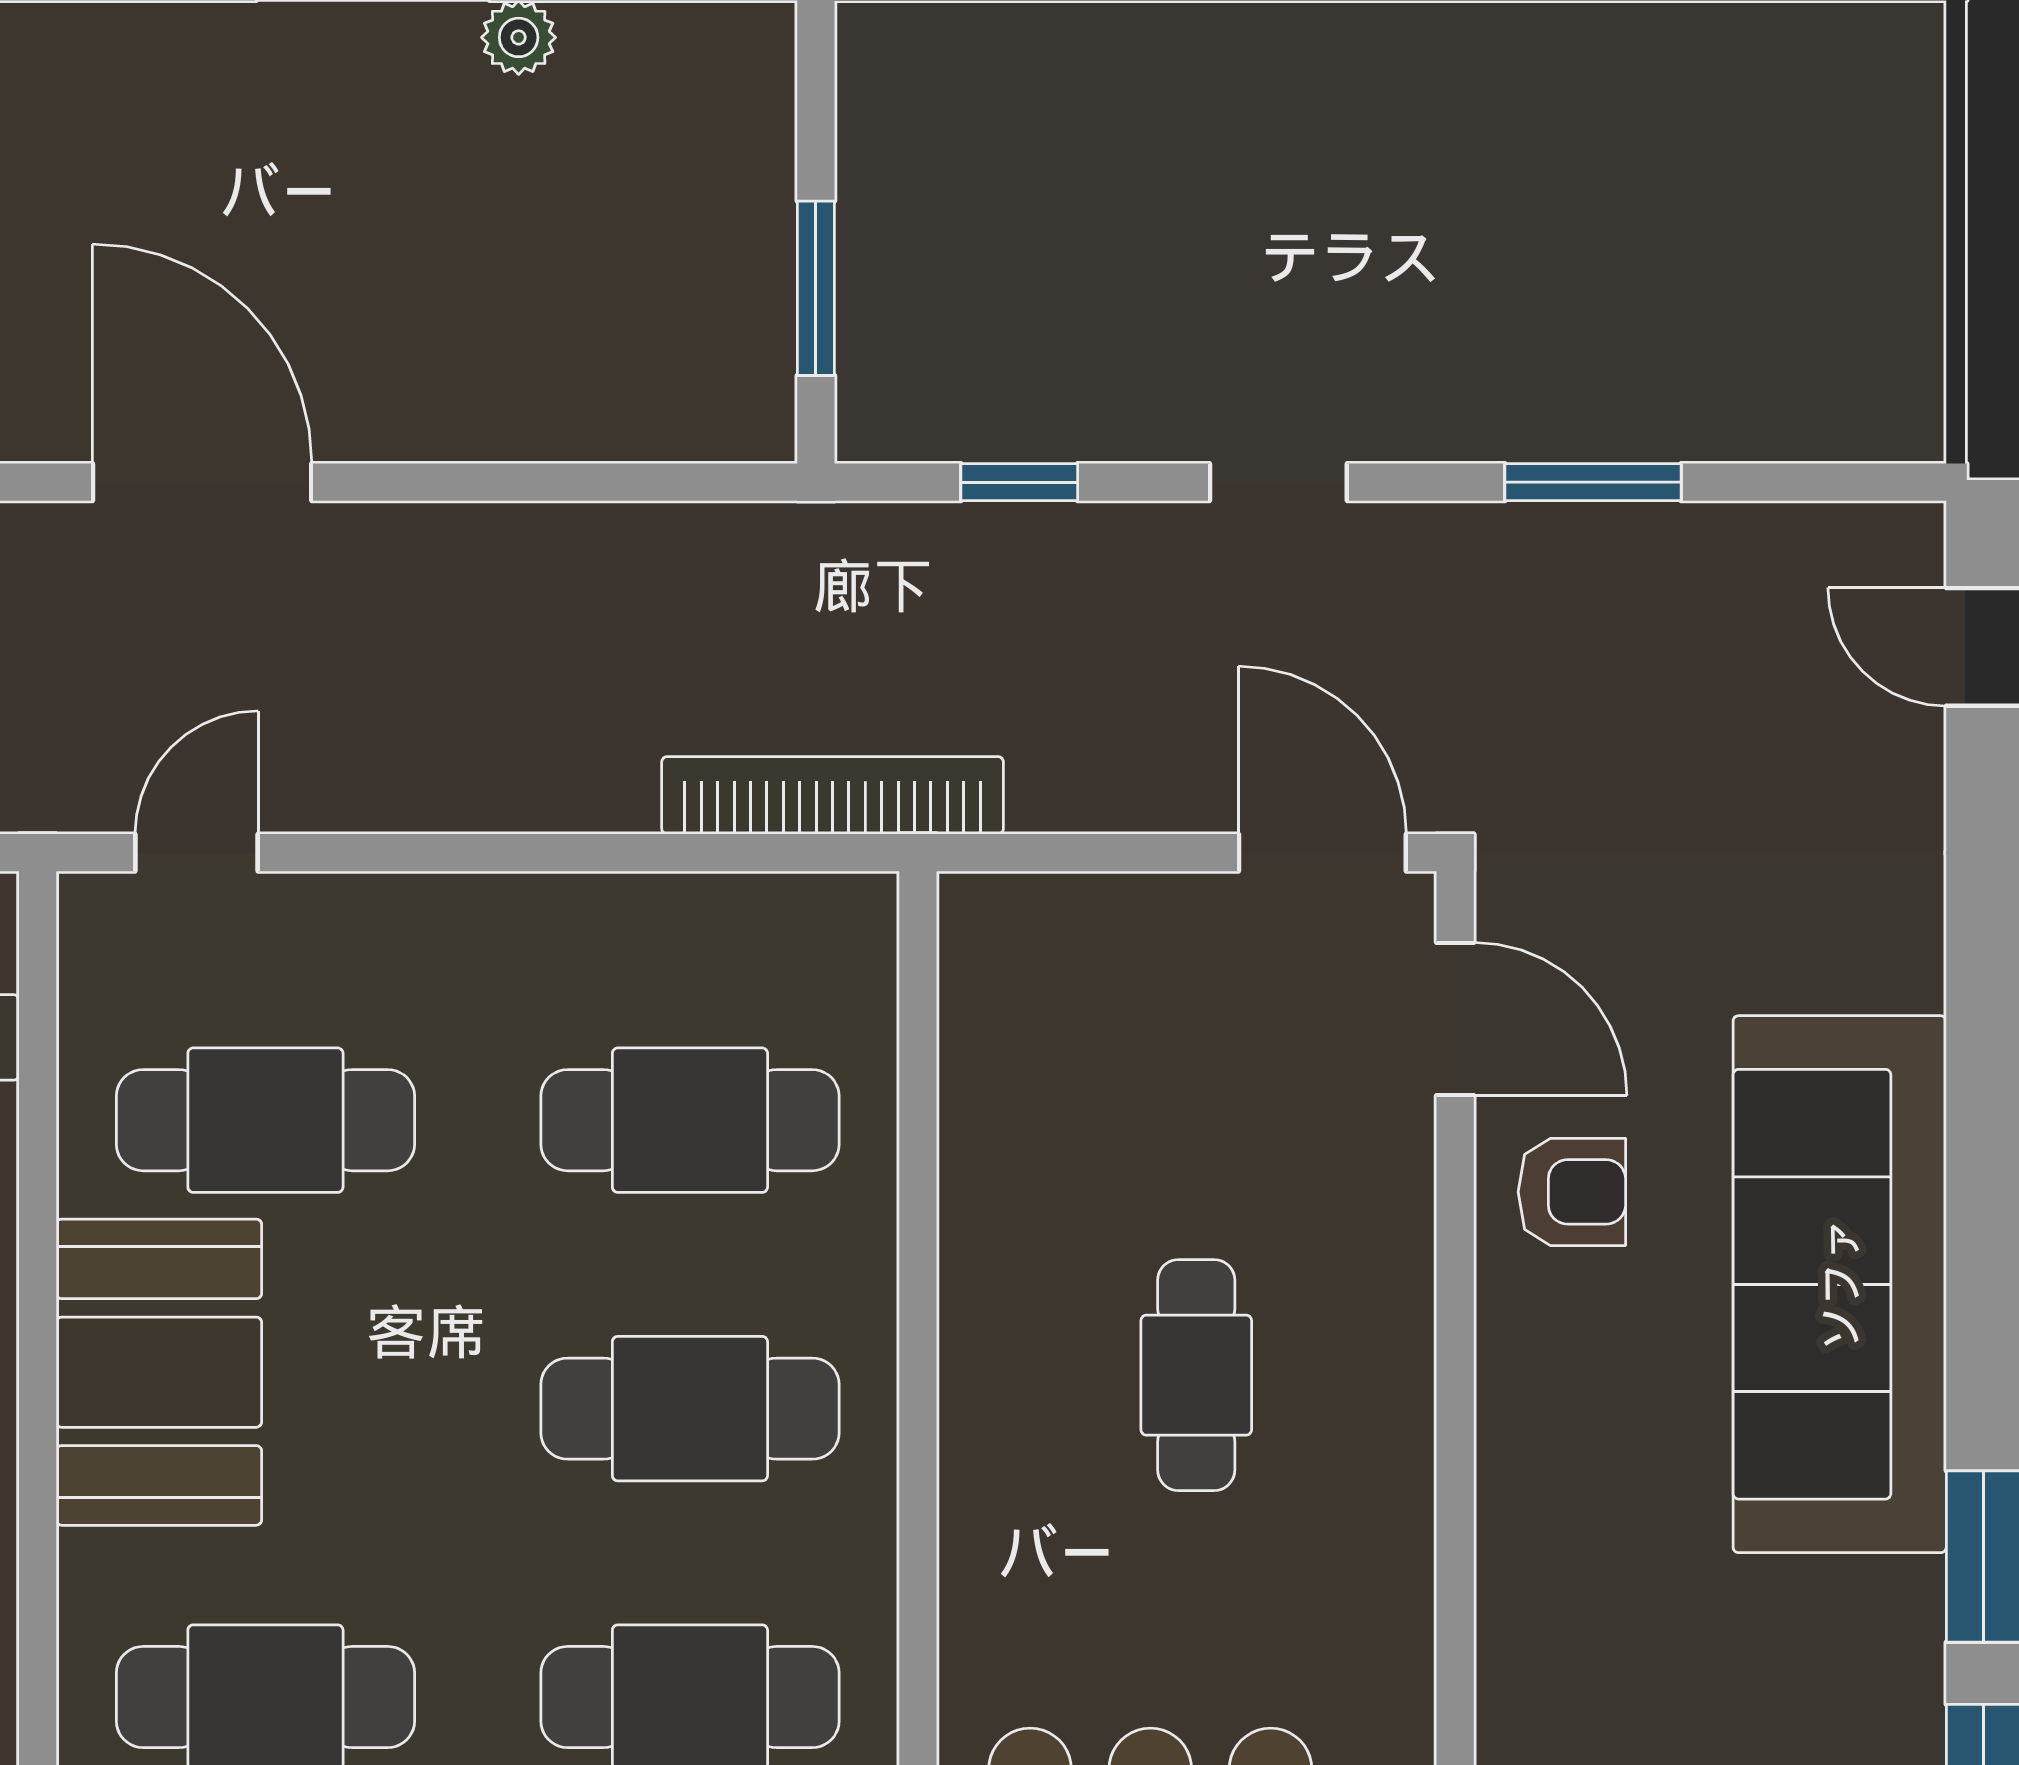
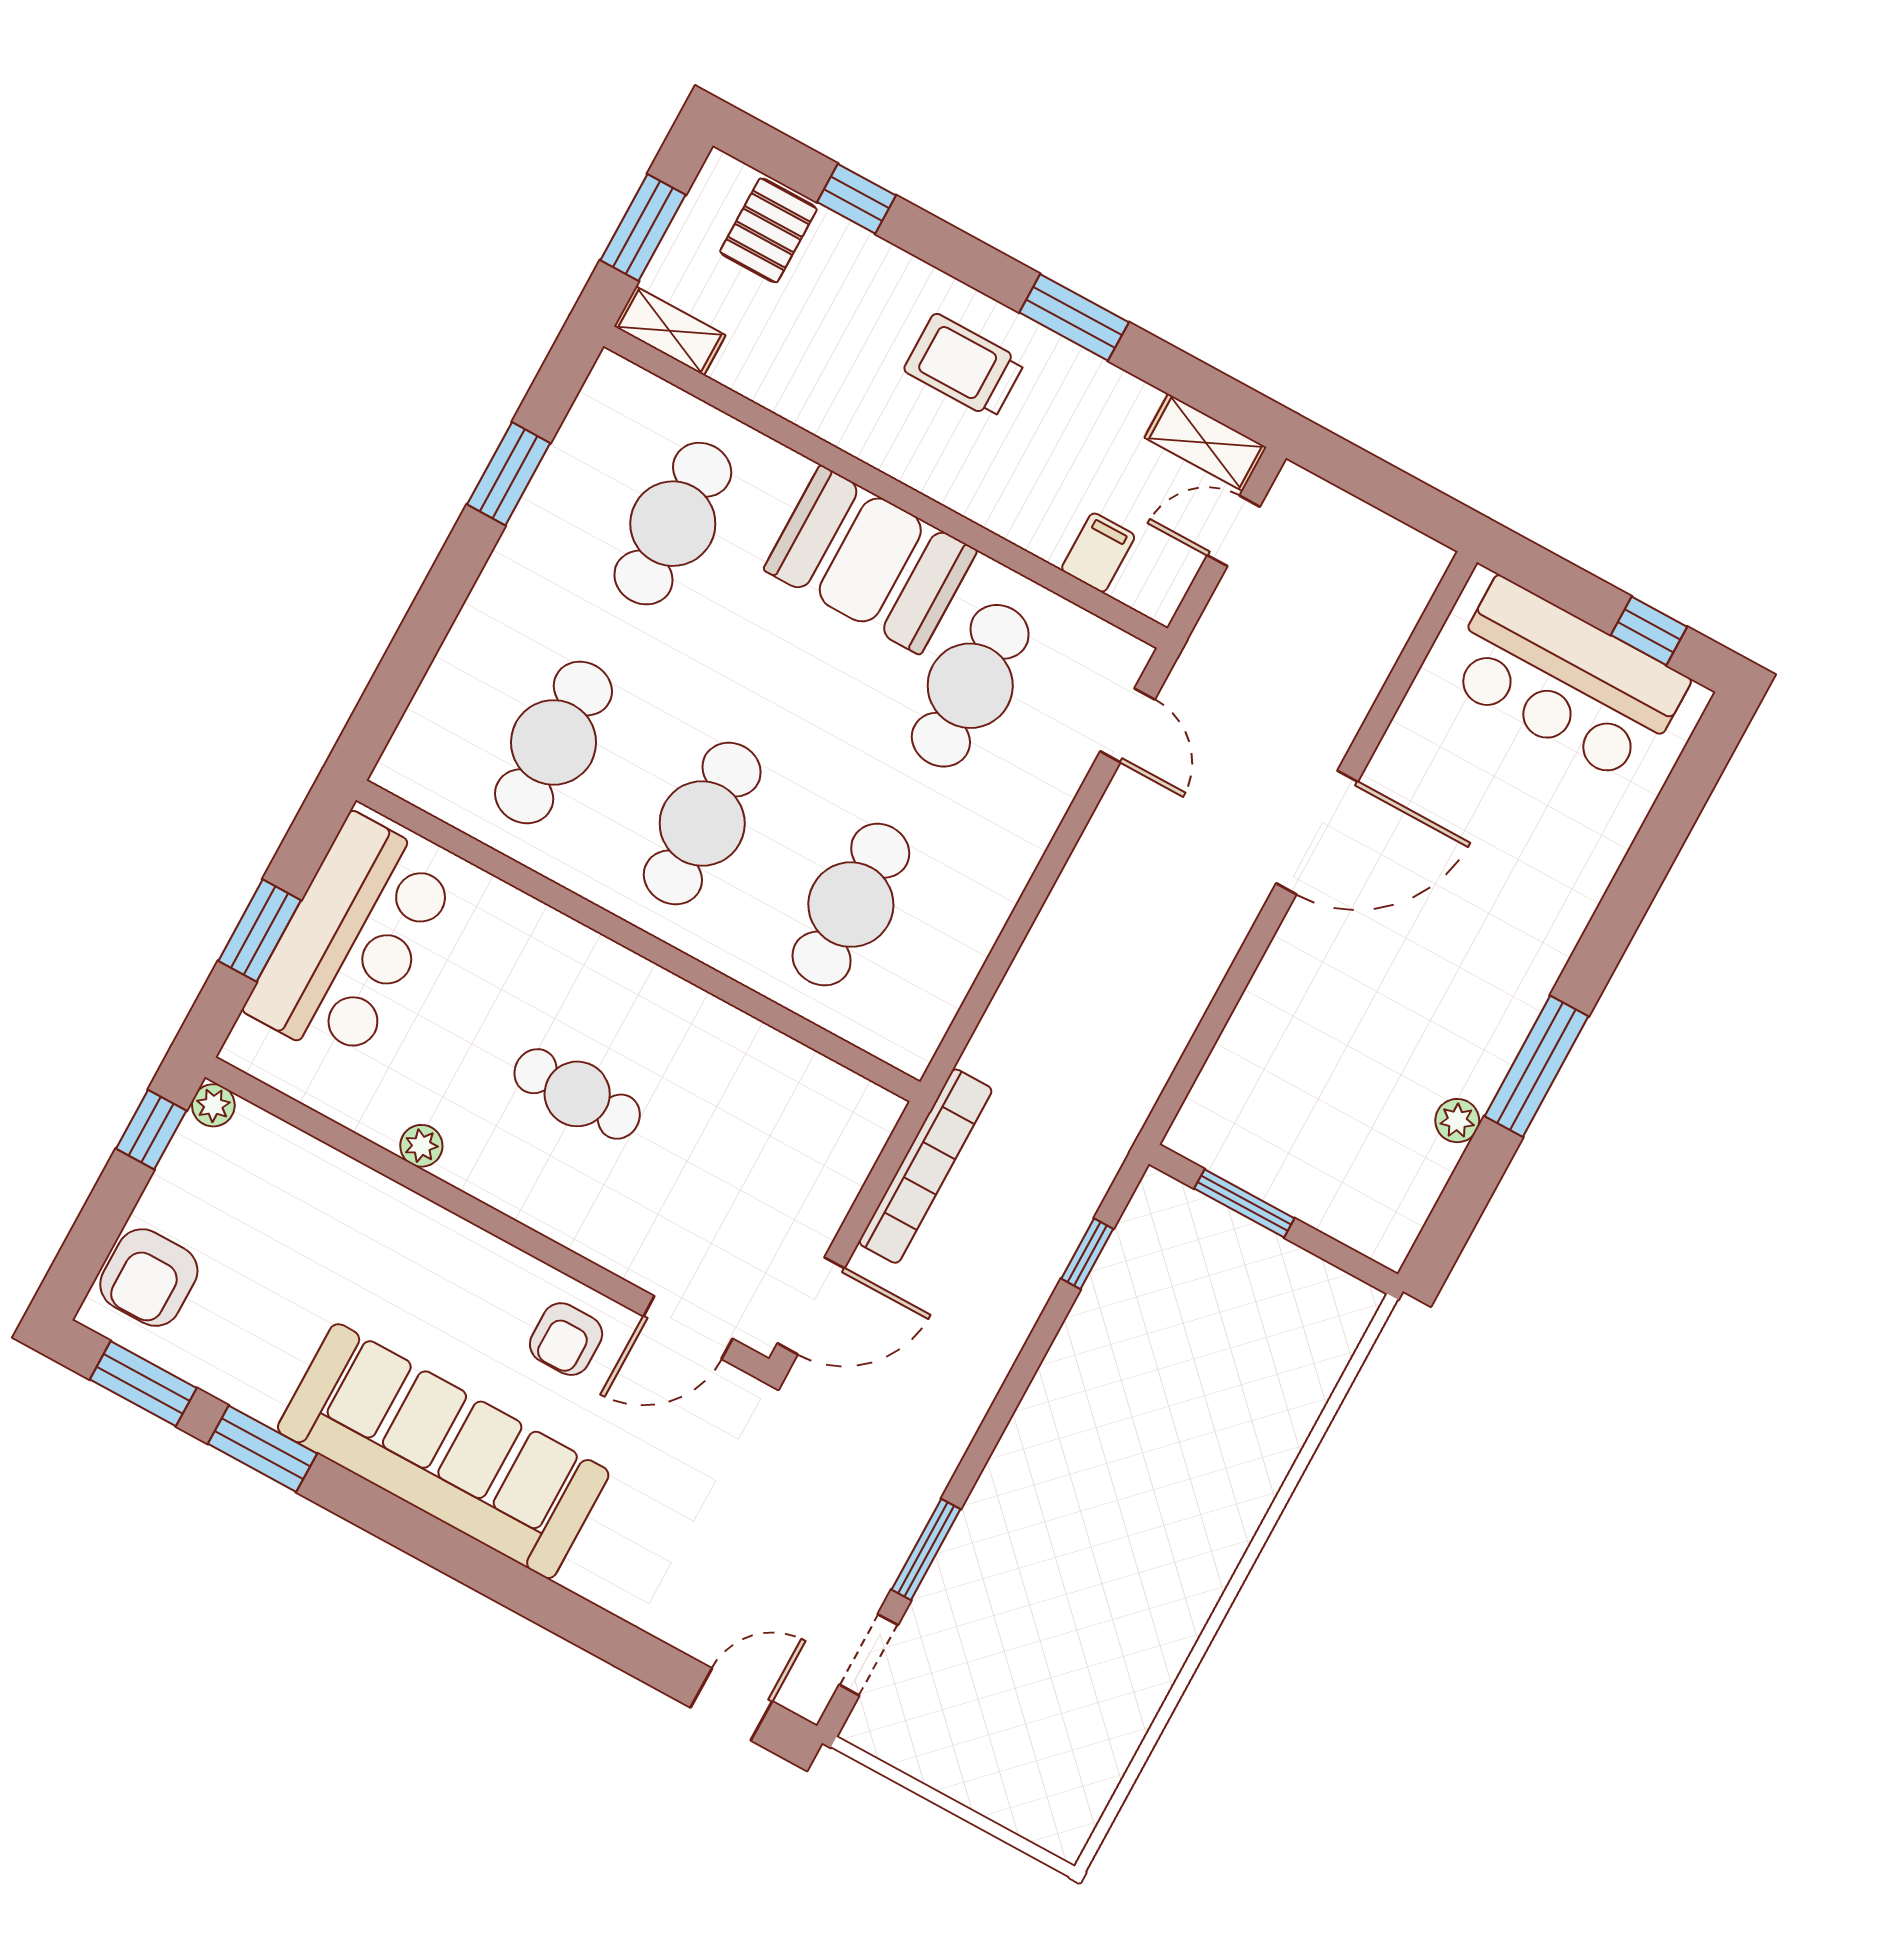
doorway: (1278, 482) -> (869, 1655), moved
bookcase: (833, 795) -> (925, 1166), moved
plant: (1401, 1566) -> (421, 1146), added

